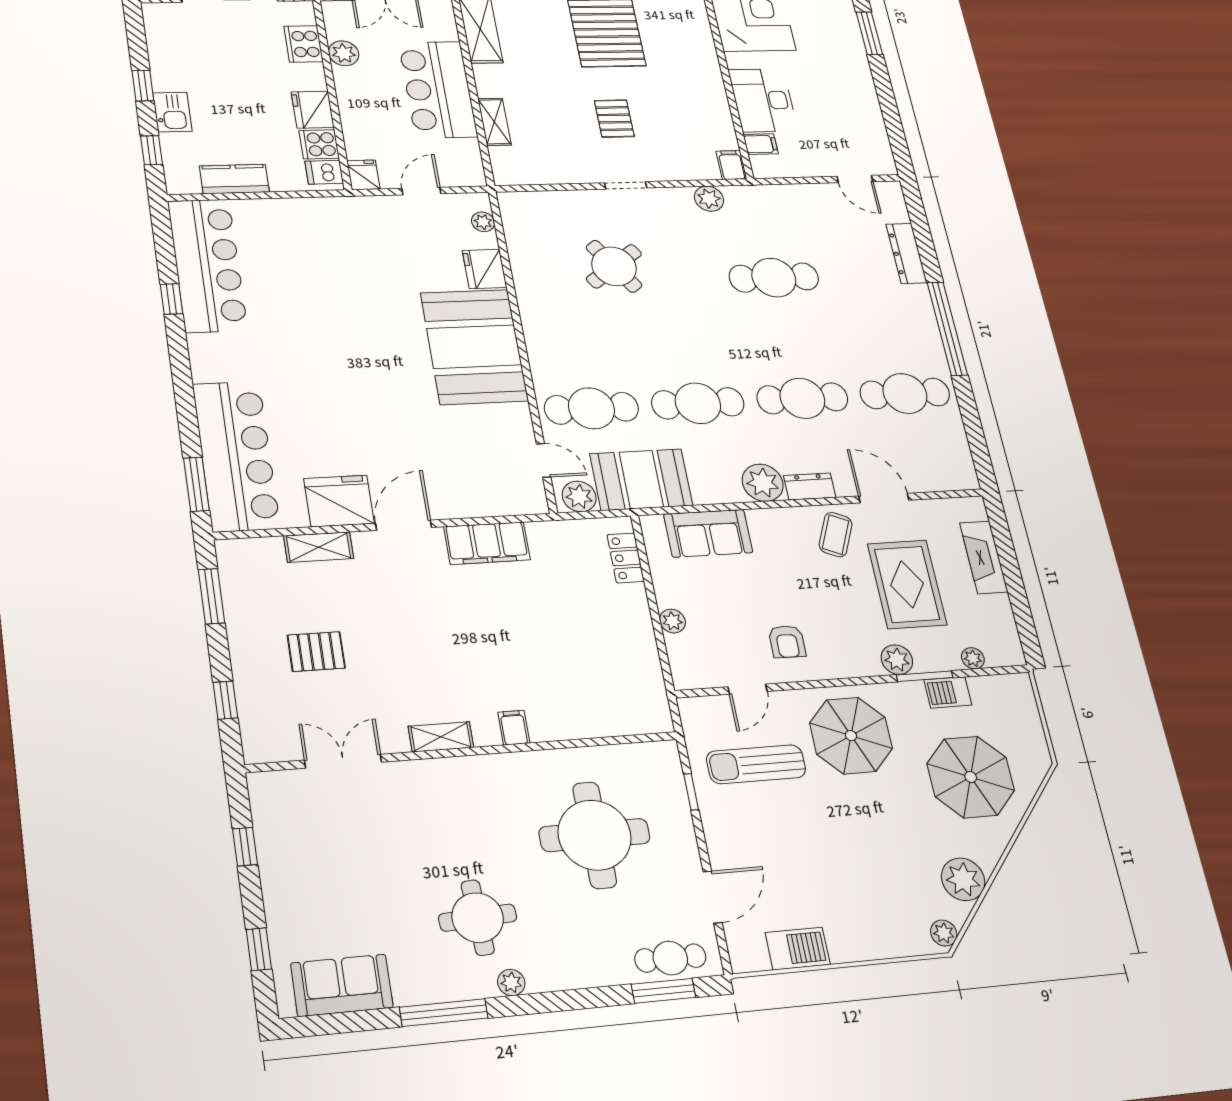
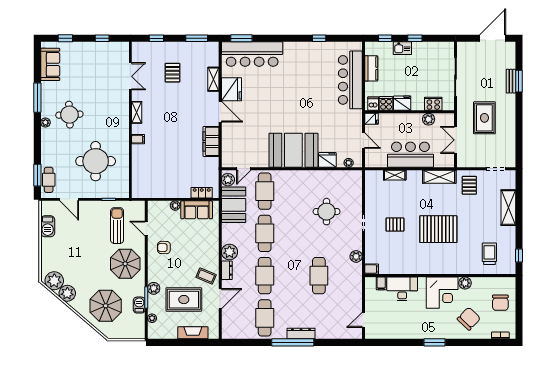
dresser: (906, 253) -> (301, 334), moved
bar counter: (207, 265) -> (350, 80), moved, turned 90
round table: (614, 266) -> (327, 212), turned 35
sofa: (708, 533) -> (197, 210), moved, turned -90
plant: (944, 933) -> (54, 281), width x1.88, depth x1.88

